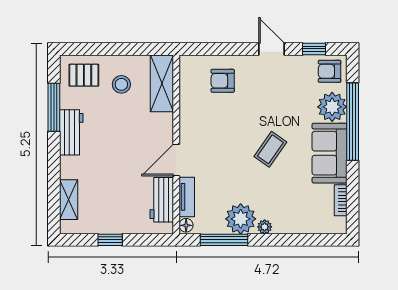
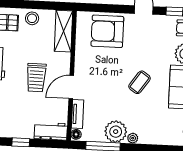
armchair: (223, 81) -> (107, 31), width x1.88, depth x1.88
stool: (121, 84) -> (32, 18), moved
trolley: (127, 149) -> (36, 78), added
workbench: (162, 200) -> (51, 131), moved, turned 90

